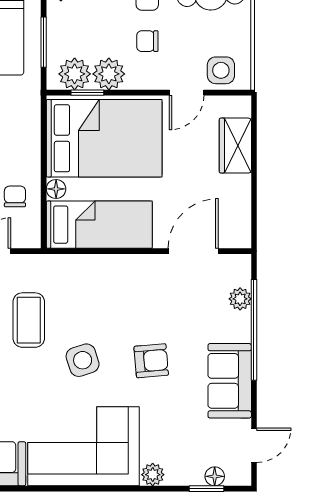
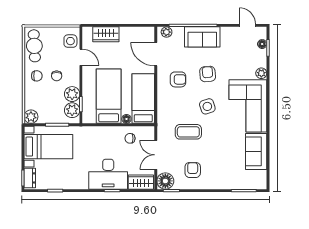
bed: (104, 138) -> (109, 96), width x0.67
armchair: (140, 298) -> (178, 79), added
plant: (240, 299) -> (167, 32), moved
sofa: (230, 381) -> (202, 37), moved

